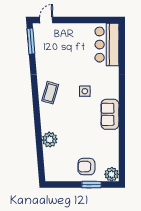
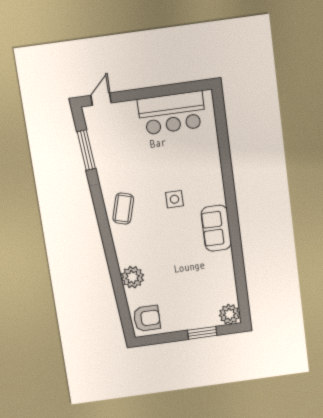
window: (31, 41) -> (86, 150), moved
bar counter: (107, 45) -> (172, 113), moved, turned -90
armchair: (86, 167) -> (147, 318), moved, turned 180

